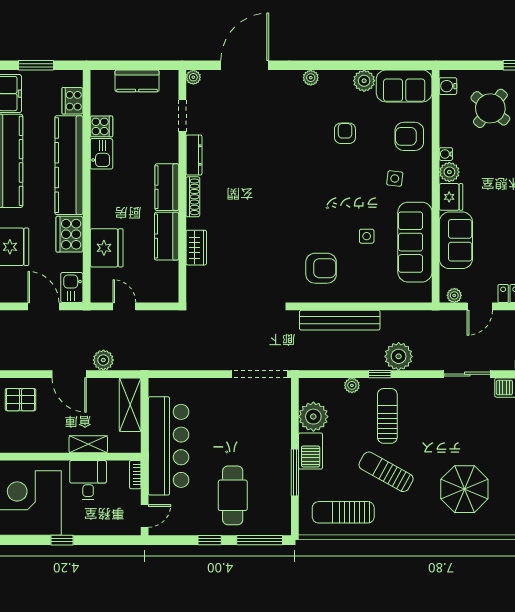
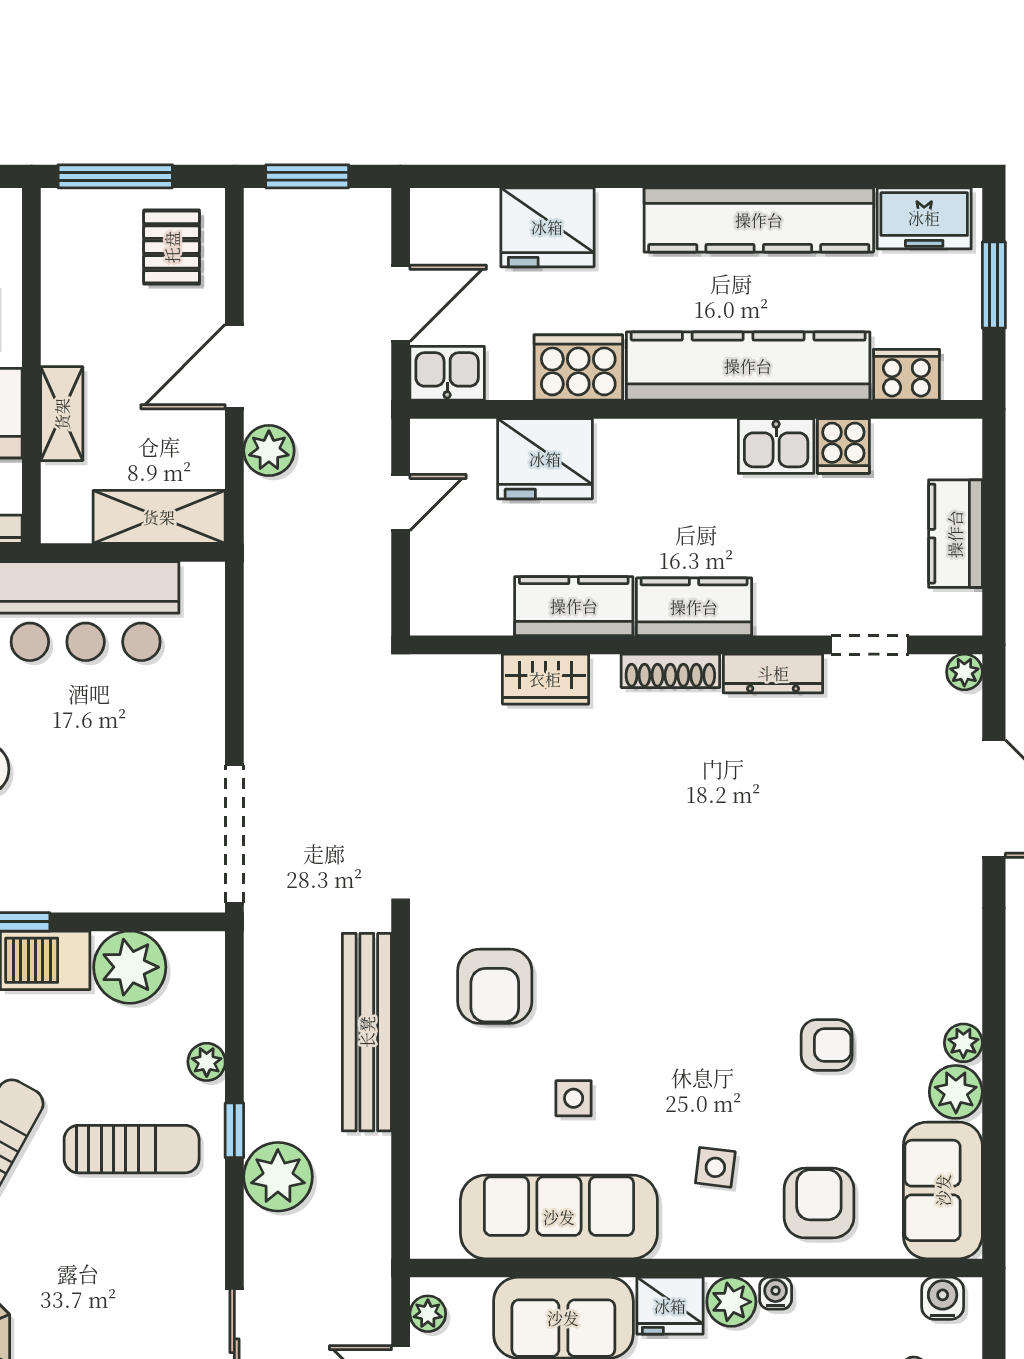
plant: (311, 78) -> (963, 1043), moved

